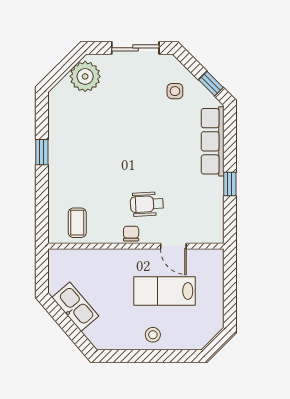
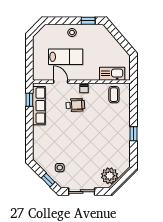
window: (211, 84) -> (48, 180), moved
row of seats: (213, 141) -> (39, 106), moved
window: (230, 184) -> (29, 100), moved
kitchen sink: (75, 307) -> (112, 74), moved, turned 130
window: (124, 356) -> (88, 21), added

